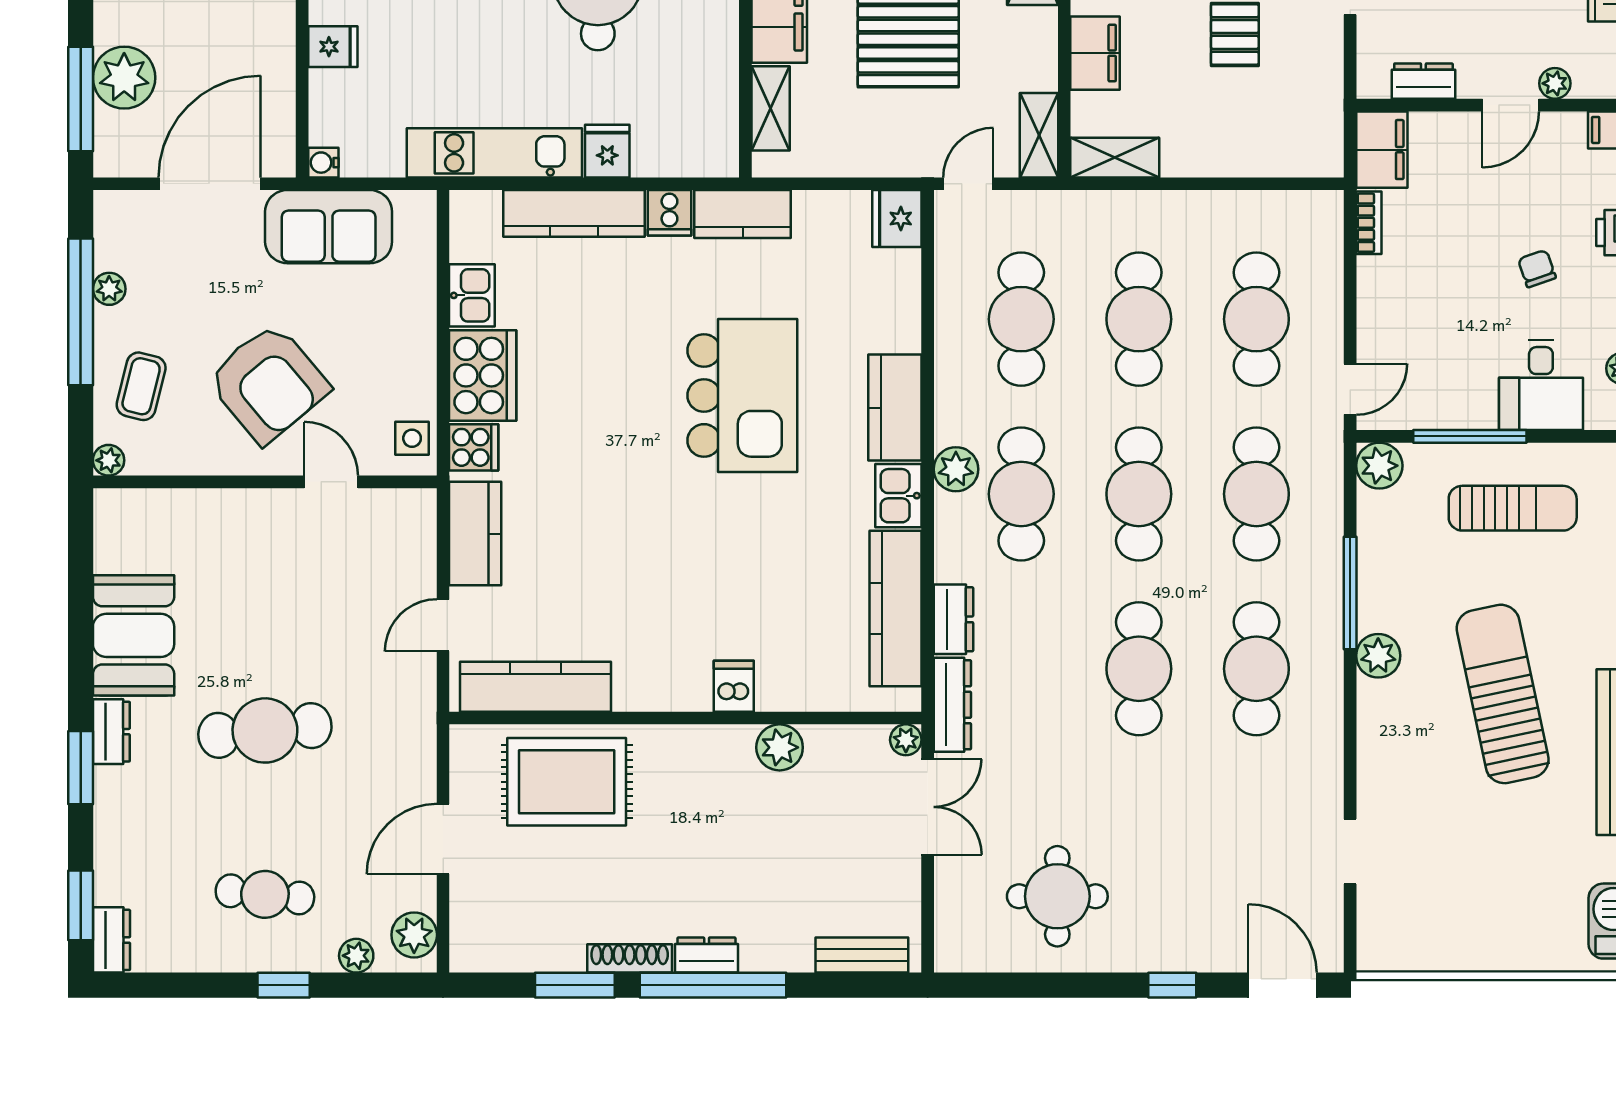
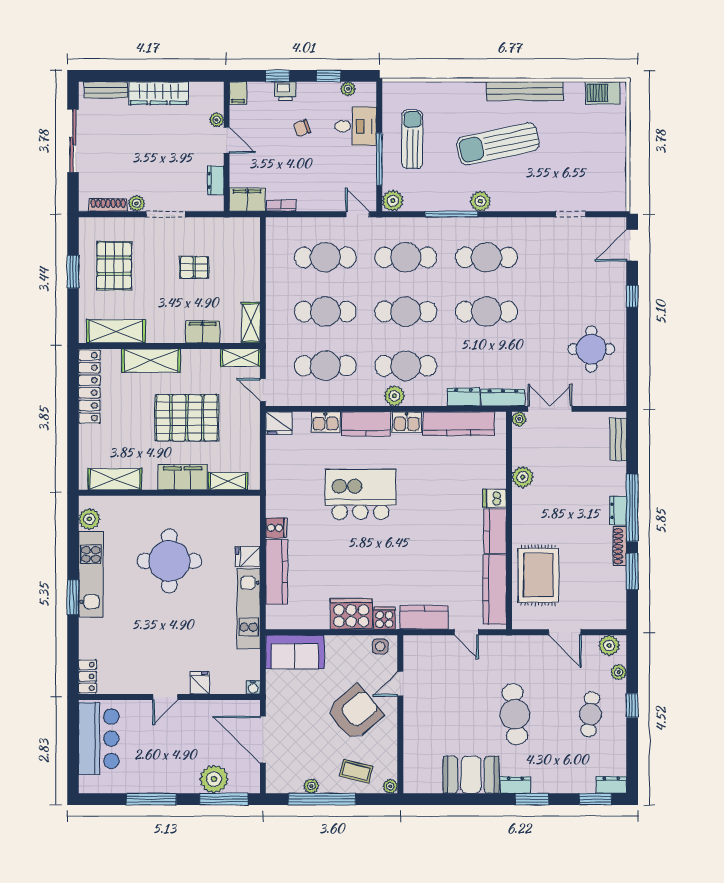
kitchen counter: (743, 214) -> (495, 531), moved, turned 180
sofa: (329, 227) -> (295, 652), moved, turned 90
kitchen sink: (472, 295) -> (326, 422), moved, turned 180

